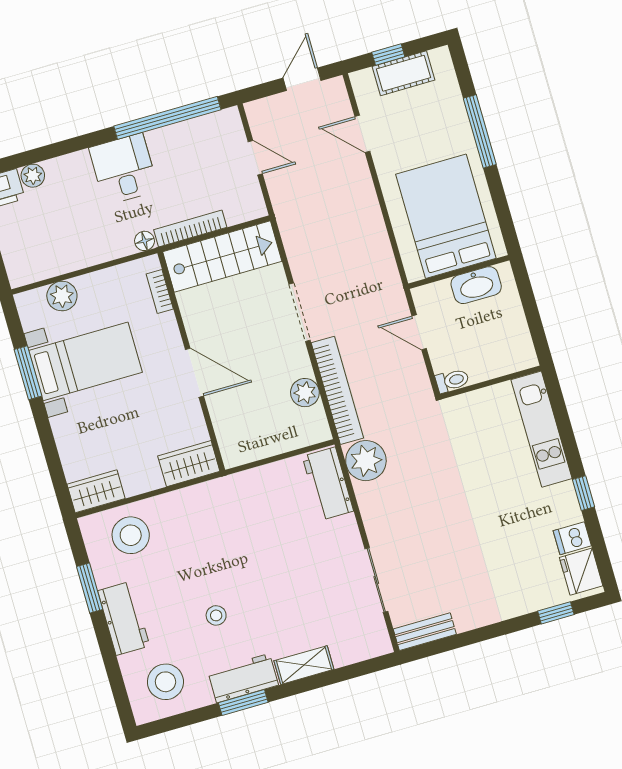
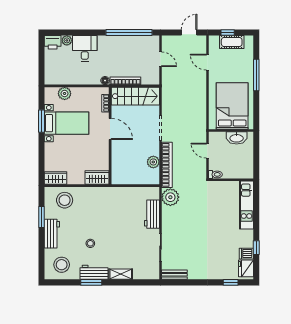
desk: (124, 169) -> (85, 48), moved
door: (194, 373) -> (110, 129), moved
workbench: (328, 484) -> (152, 214), moved
window: (583, 493) -> (256, 248), moved

